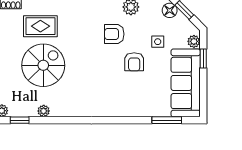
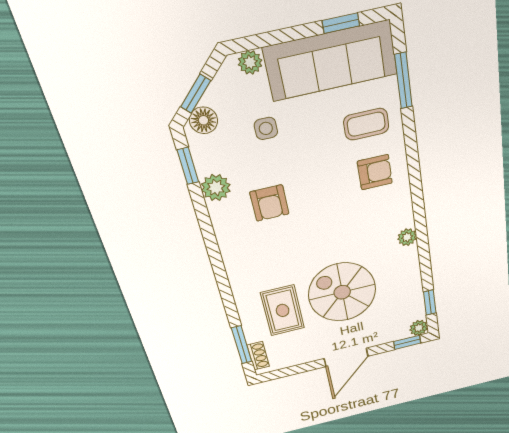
window: (203, 58) -> (341, 23), moved
armchair: (134, 62) -> (375, 172), moved
coffee table: (147, 96) -> (366, 124), added
plant: (44, 111) -> (407, 237), moved

